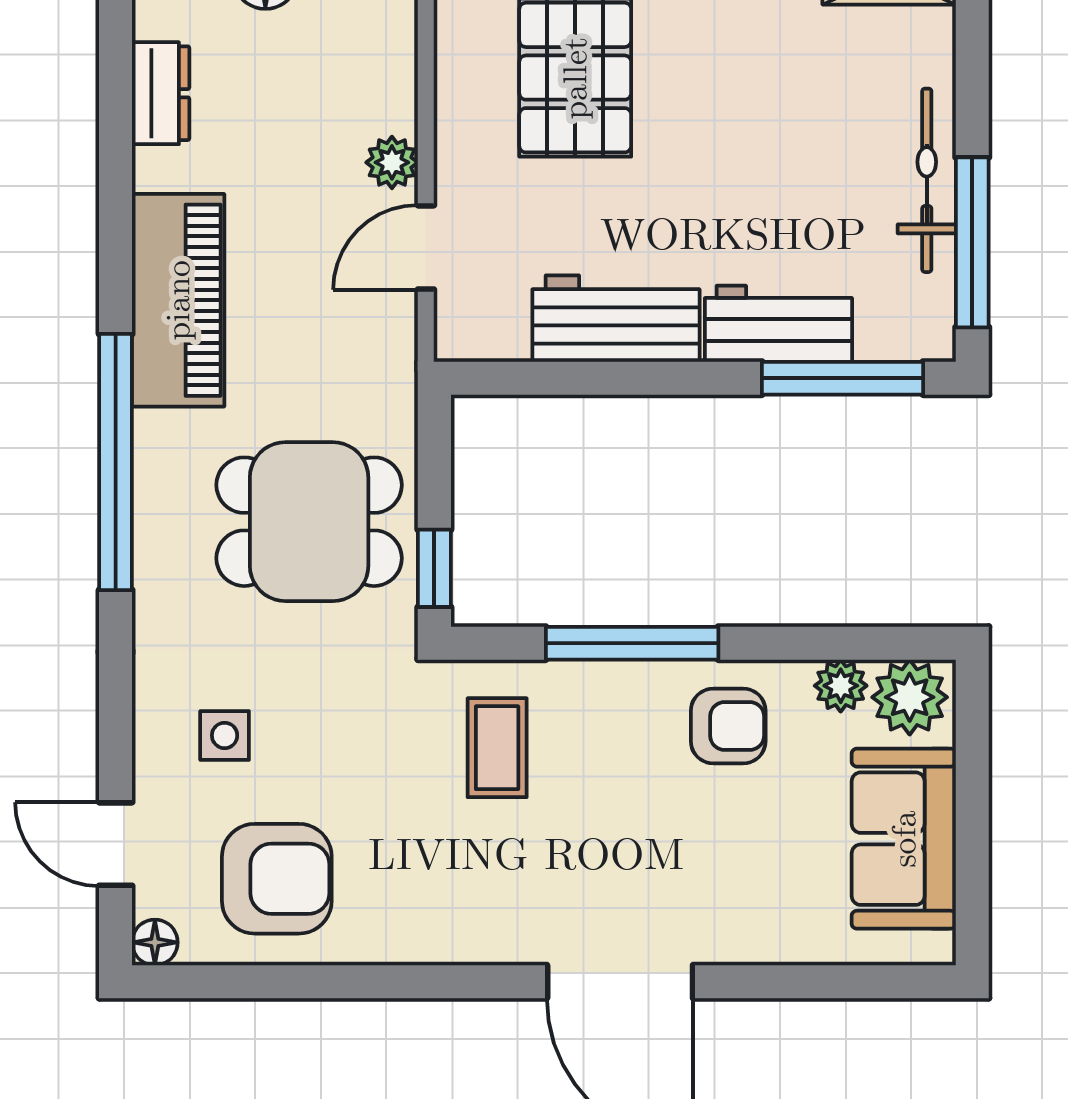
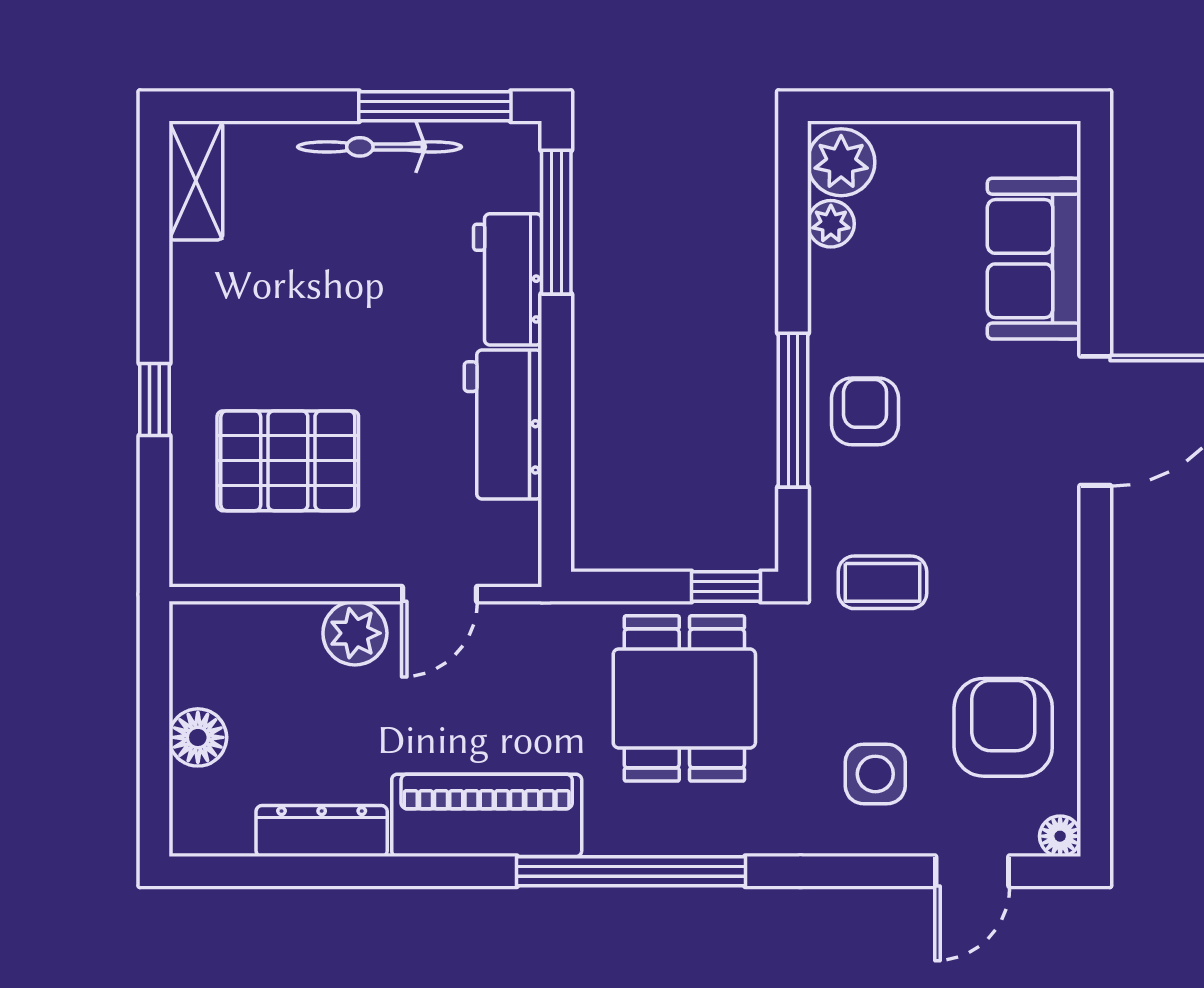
dresser: (161, 93) -> (322, 831), width x1.44
plant: (392, 162) -> (355, 633), width x1.38, depth x1.38
door: (426, 247) -> (439, 594), hinge flipped
armchair: (728, 726) -> (865, 411), moved
side table: (225, 735) -> (875, 774), width x1.37, depth x1.37
coffee table: (497, 748) -> (883, 582), moved
sofa: (904, 839) -> (1034, 259), moved, turned 90

